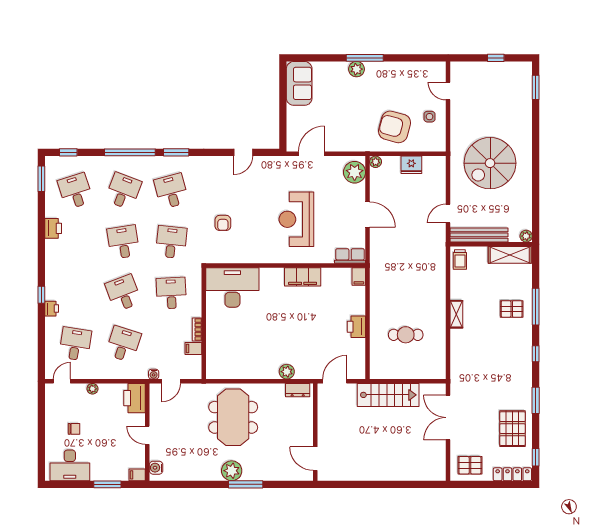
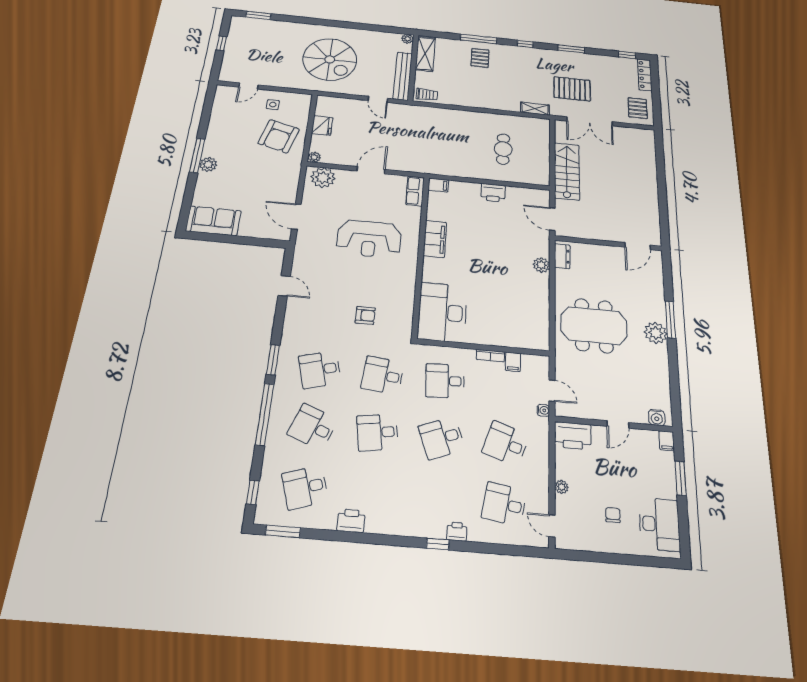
shelving: (456, 314) -> (535, 109), moved
pallet: (513, 429) -> (572, 89), moved

